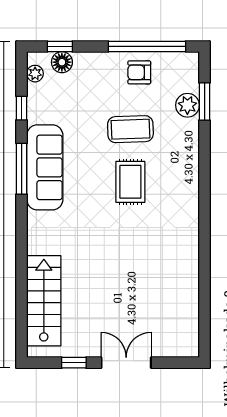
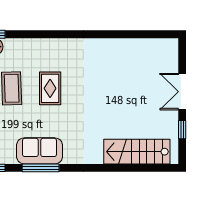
sofa: (45, 167) -> (40, 151), width x0.73
rug: (130, 182) -> (50, 88), turned 90

